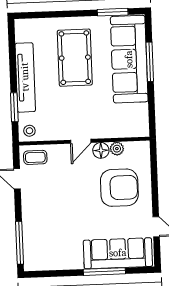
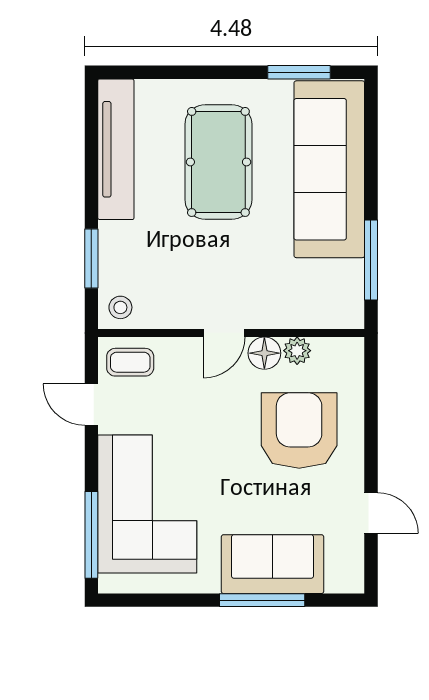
window: (150, 62) -> (371, 260), moved
tv unit: (25, 77) -> (116, 149), moved
armchair: (119, 188) -> (299, 430), turned -90
corner sofa: (46, 227) -> (147, 504), added
sofa: (118, 253) -> (273, 564), width x0.73

